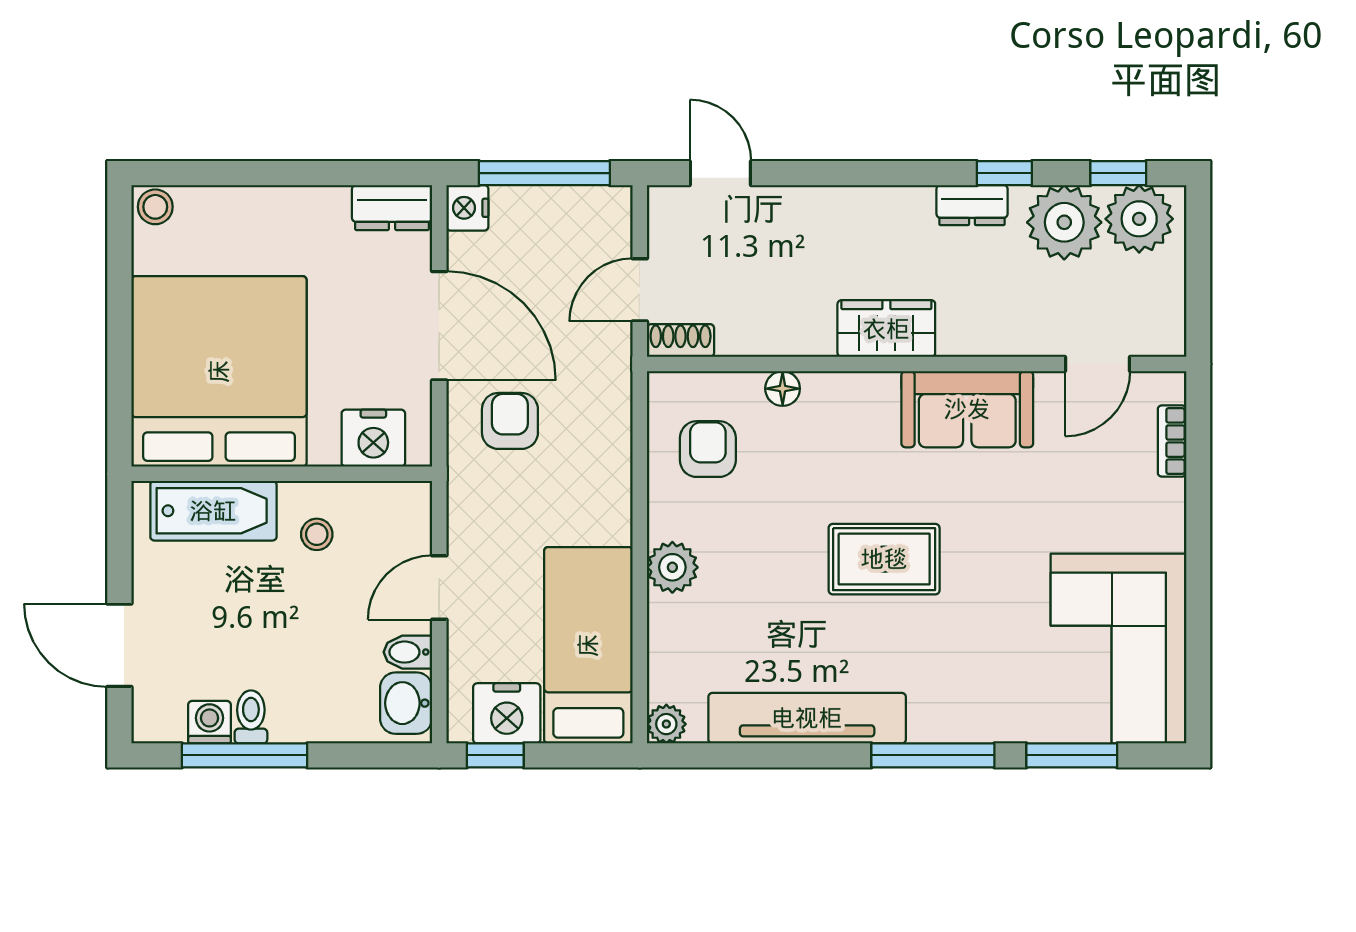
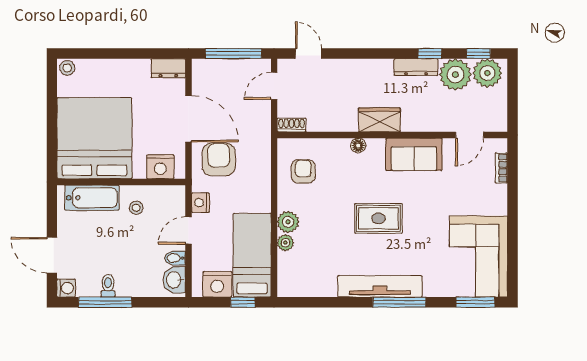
dresser: (972, 205) -> (416, 67), width x1.44
nightstand: (467, 208) -> (200, 203), moved
door: (640, 290) -> (274, 86), moved
floor lamp: (783, 389) -> (358, 146), moved
armchair: (510, 421) -> (219, 159), width x1.38, depth x1.38
tv unit: (807, 718) -> (380, 286), moved
washing machine: (210, 722) -> (66, 288), moved, turned 90
plant: (666, 724) -> (285, 243), moved
window: (495, 755) -> (243, 302), moved
window: (1072, 755) -> (475, 302), moved

